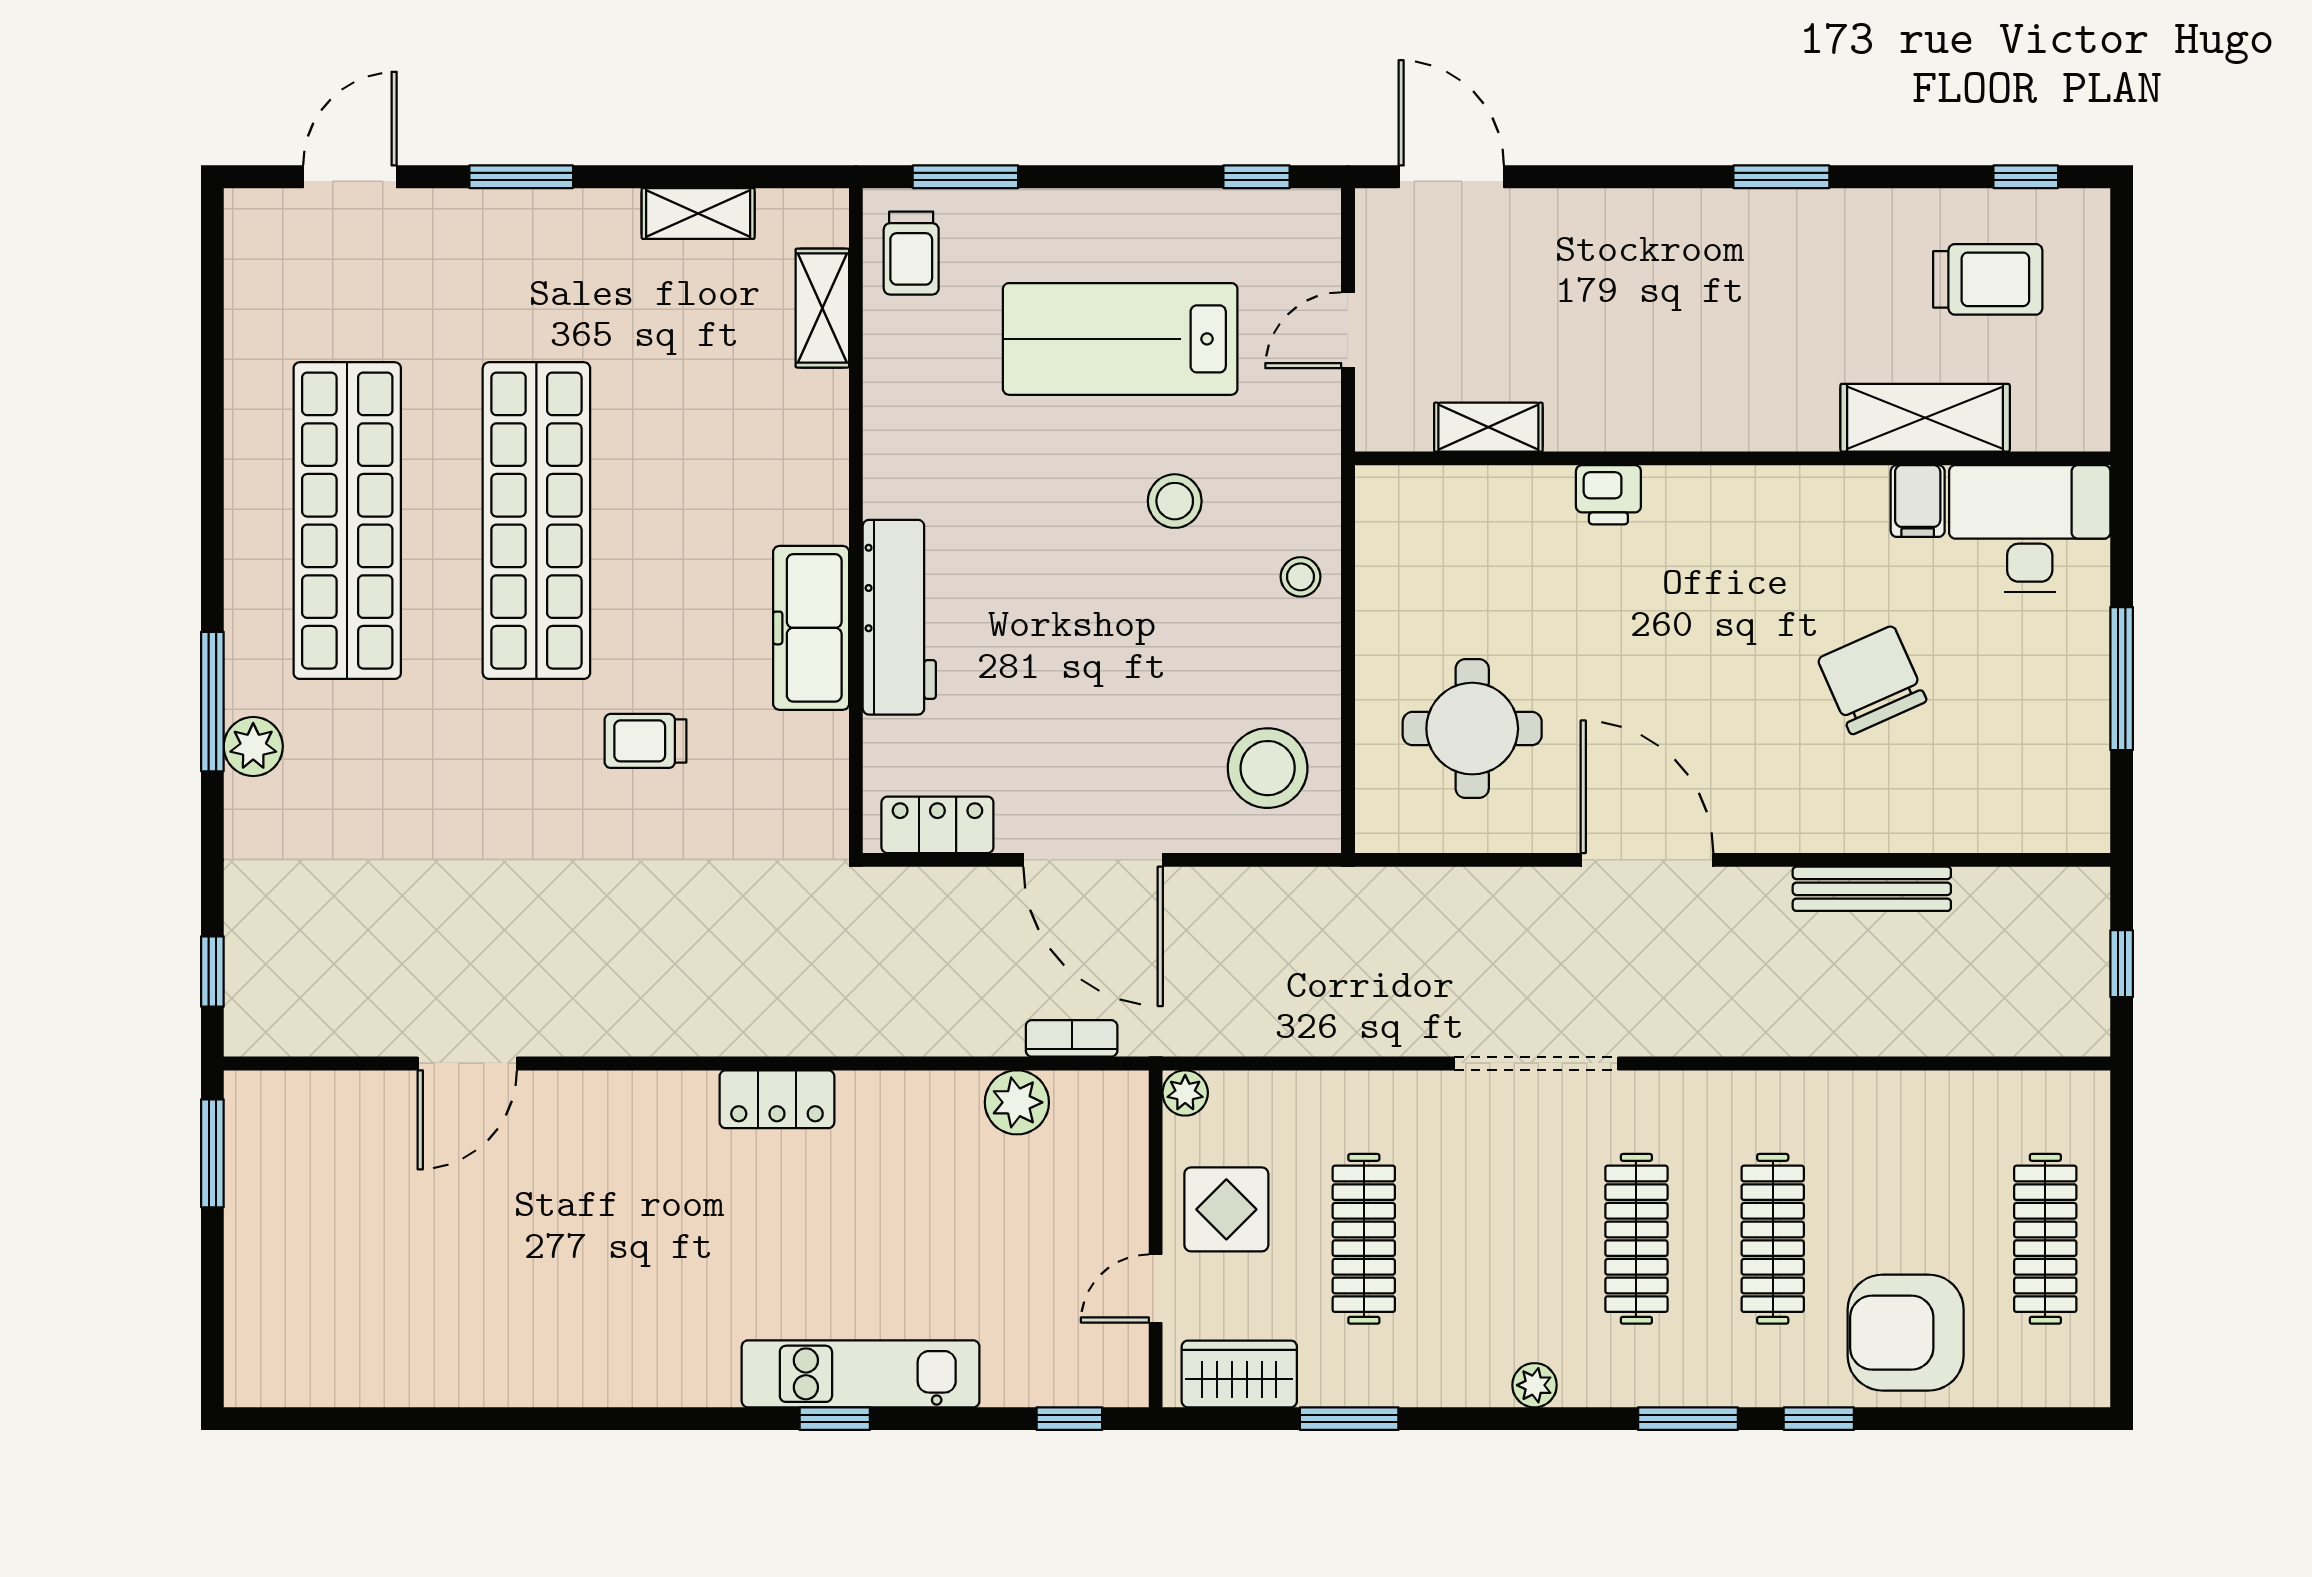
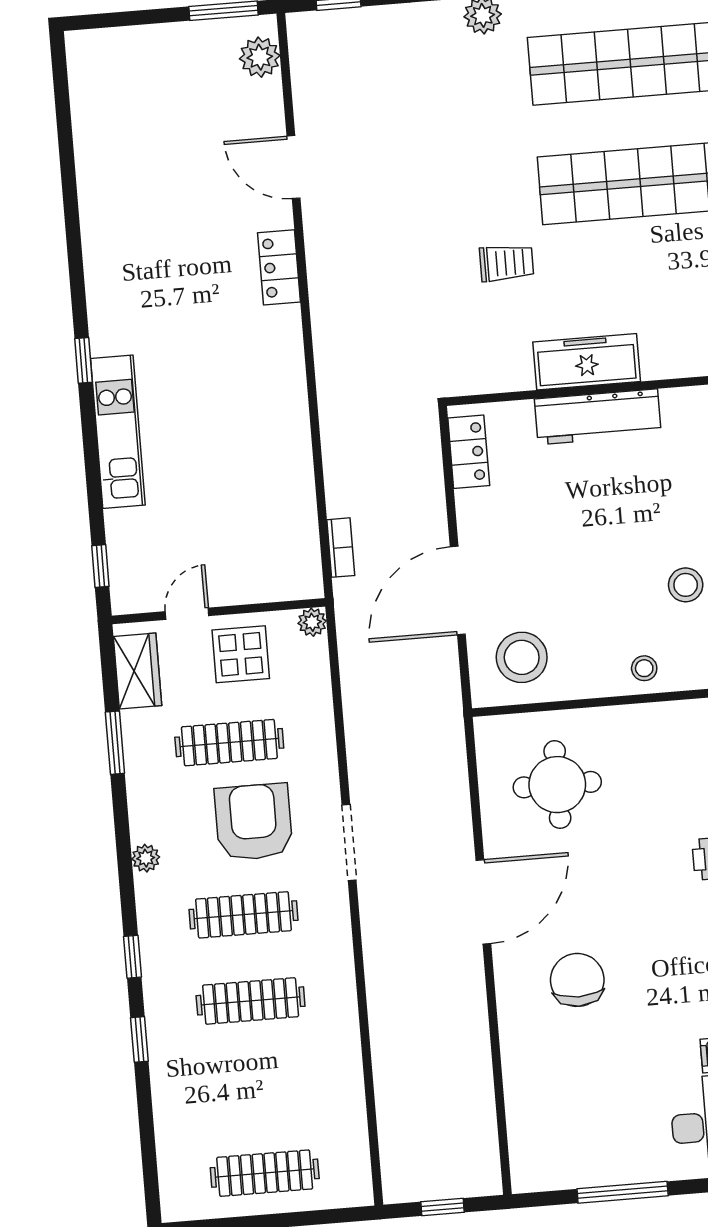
chair: (1872, 680) -> (577, 980), moved, turned -66
trolley: (645, 741) -> (507, 263), turned 90
door: (1093, 860) -> (458, 591), moved
bench: (1872, 889) -> (477, 1045), removed
doorway: (1536, 1063) -> (349, 842), width x0.73
locker: (777, 1099) -> (279, 267), moved
plant: (1017, 1102) -> (260, 57), moved
door: (1156, 1289) -> (187, 614), hinge flipped
armchair: (1906, 1333) -> (254, 822), moved
window: (835, 1419) -> (83, 360), moved
window: (1688, 1419) -> (133, 957), width x0.67

